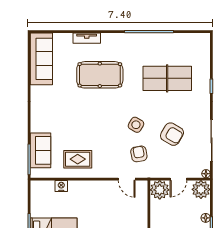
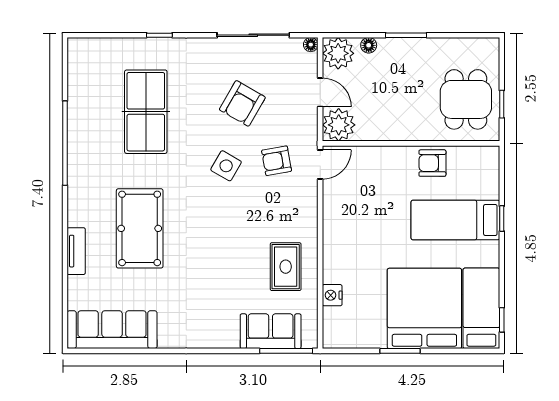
armchair: (172, 134) -> (242, 103), turned 180
door: (127, 179) -> (320, 164), moved
floor lamp: (206, 218) -> (369, 45), moved

